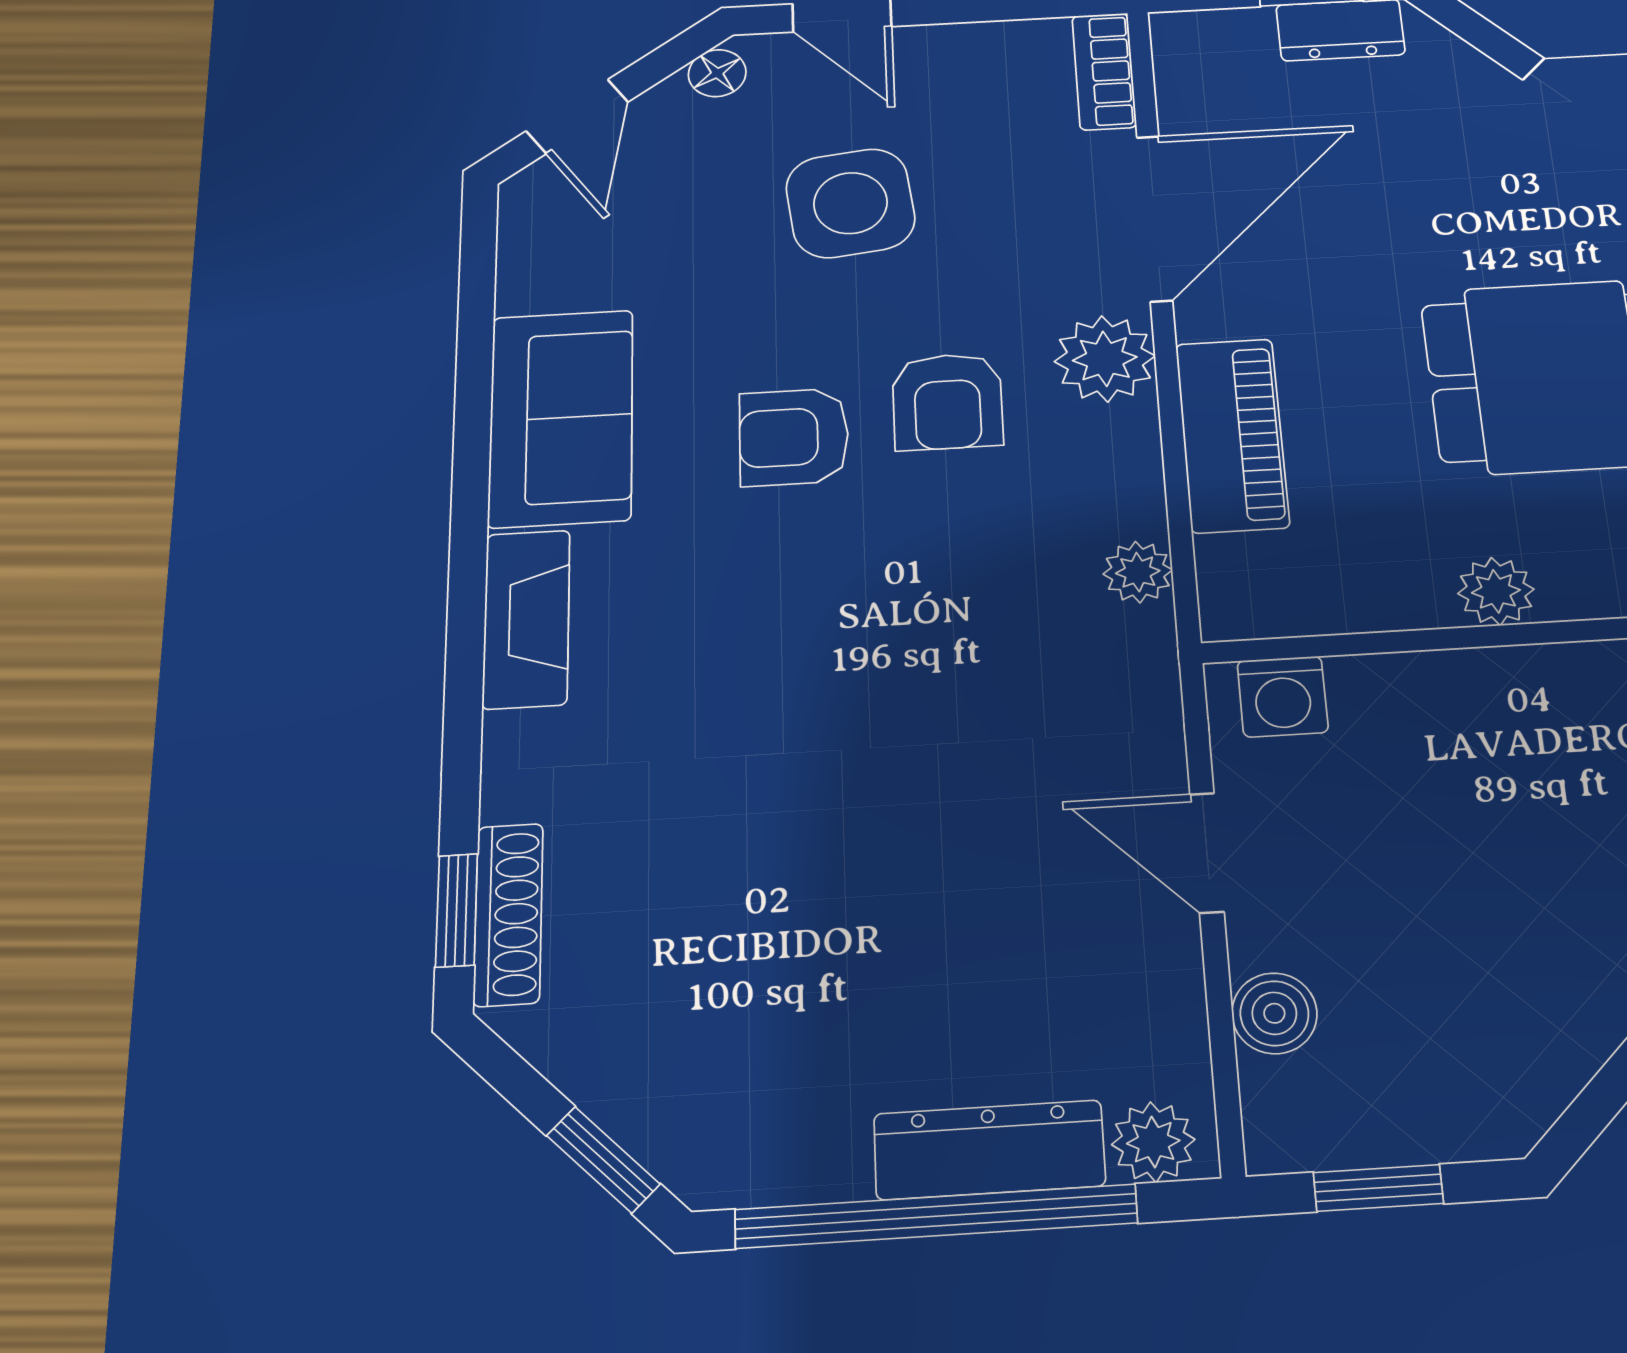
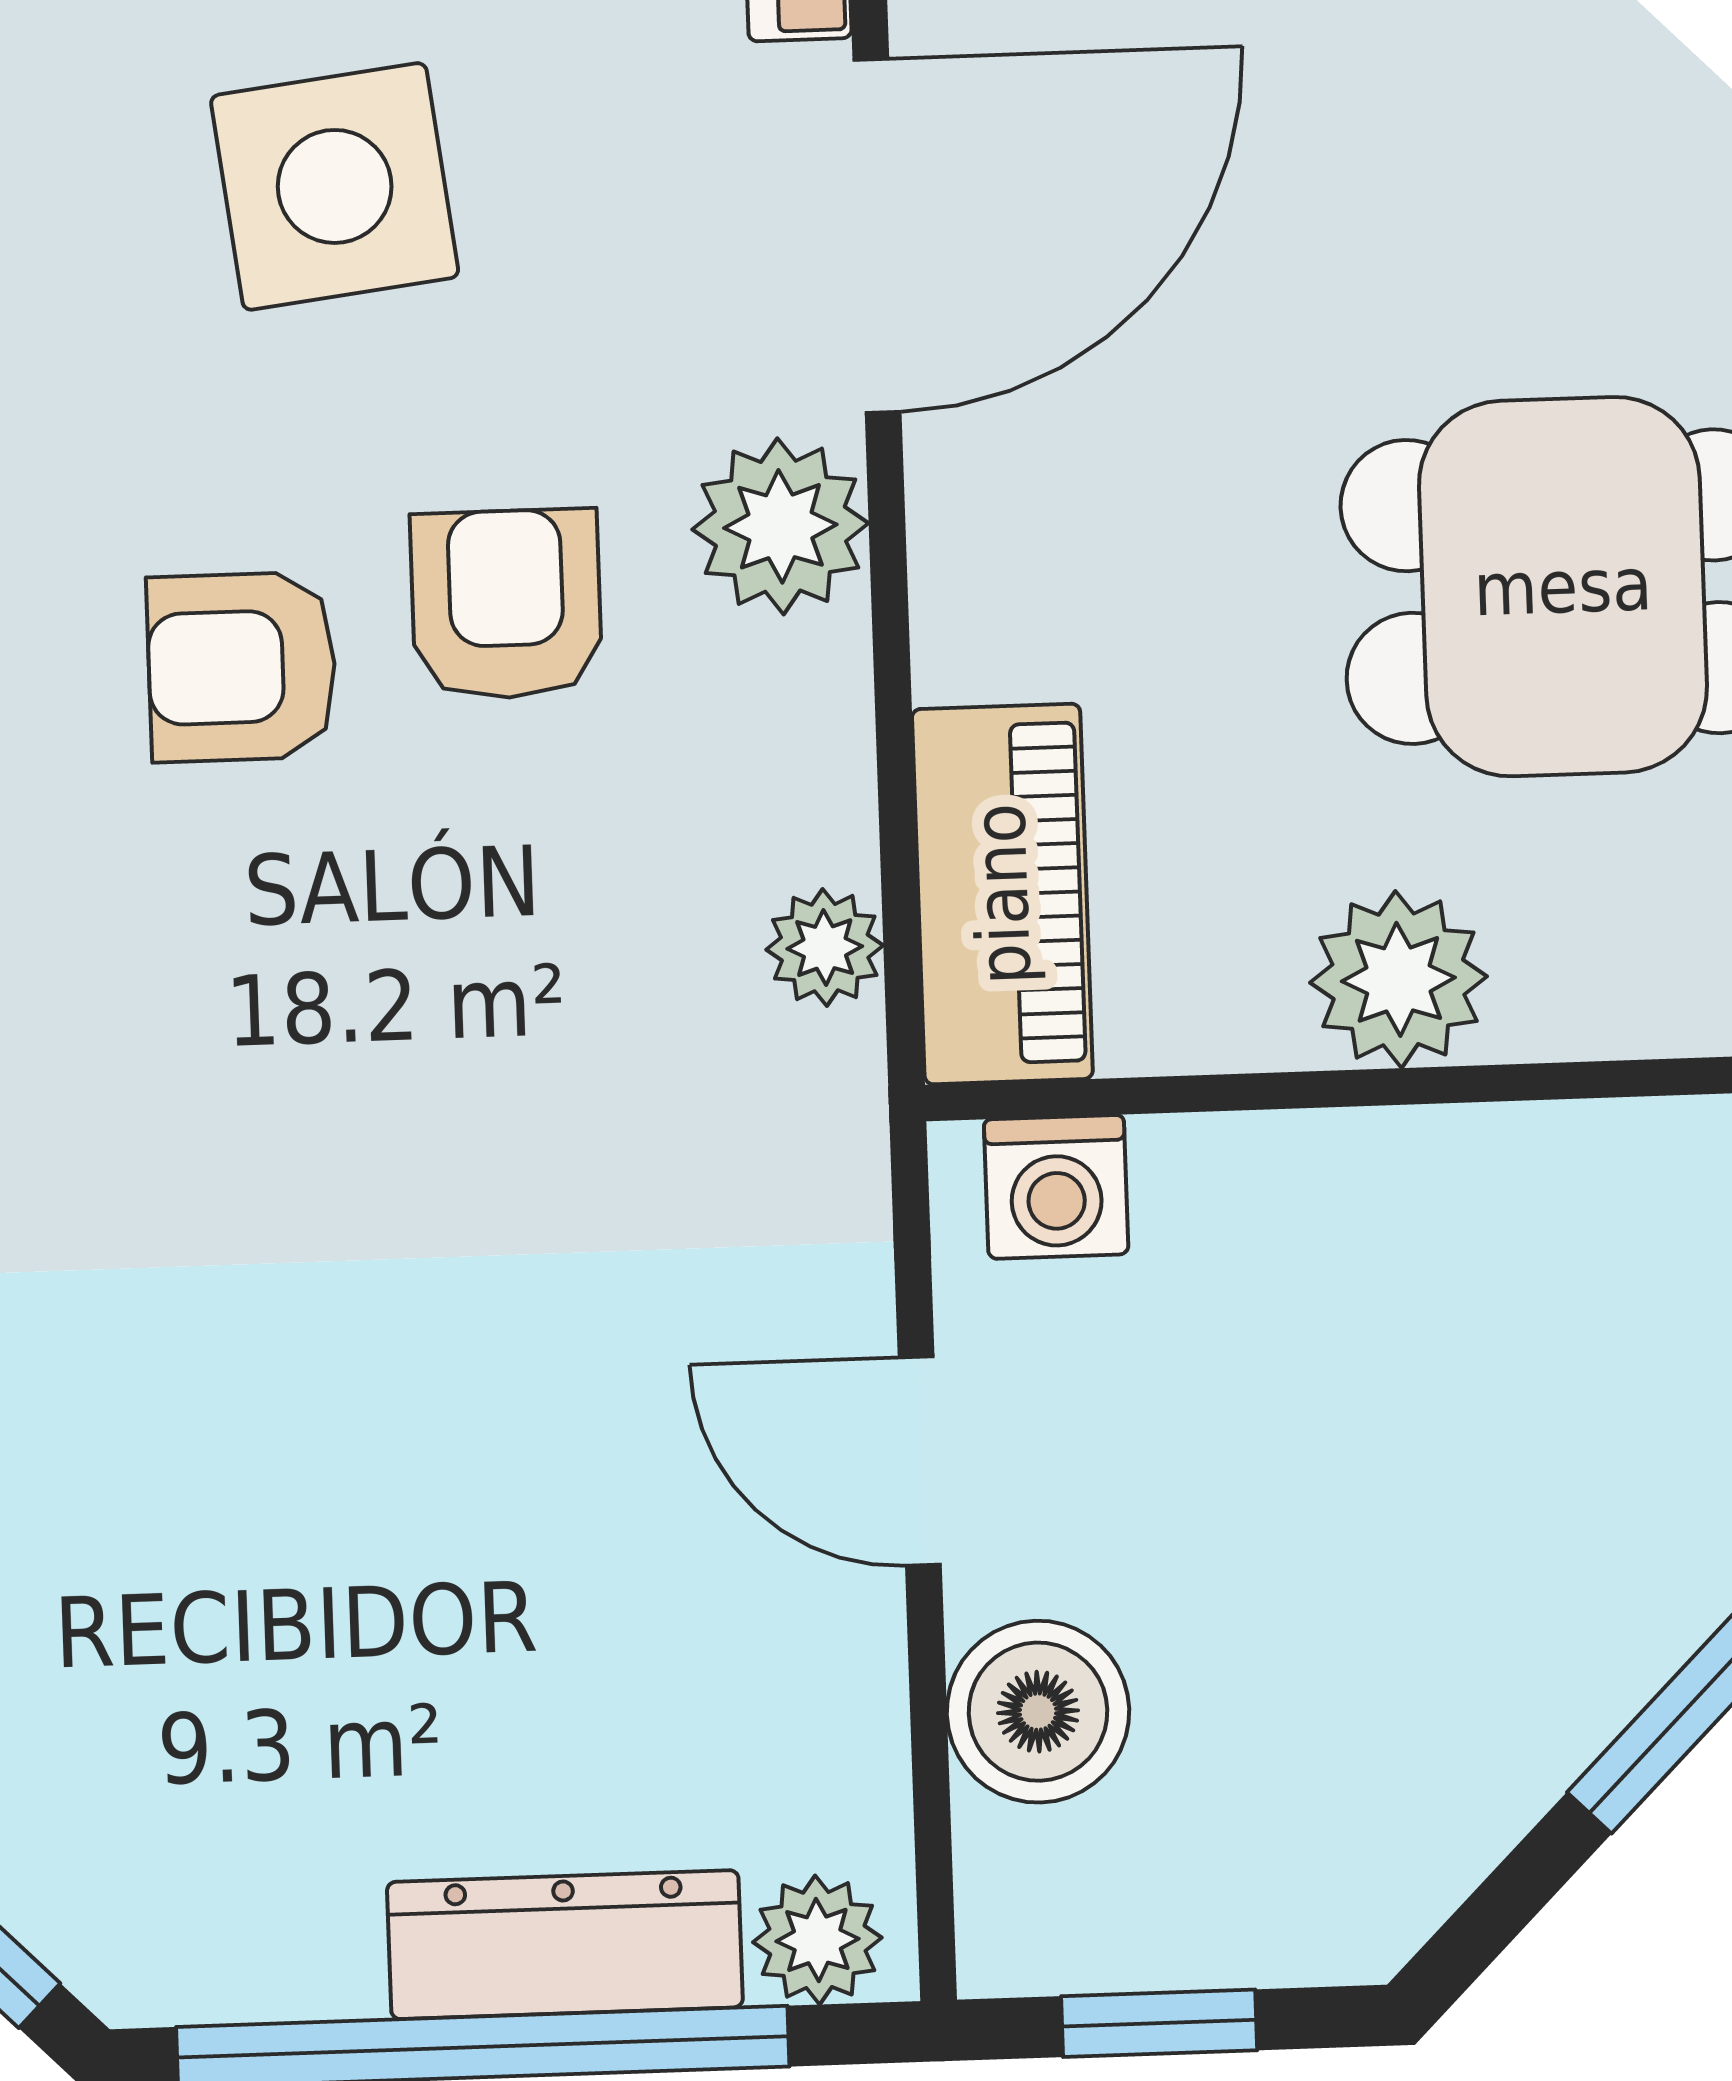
armchair: (947, 402) -> (506, 604), turned 180
piano: (1232, 435) -> (1002, 894), moved
plant: (1496, 591) -> (1398, 979), width x1.38, depth x1.38
boiler: (1274, 1013) -> (1038, 1712), width x1.36, depth x1.36

